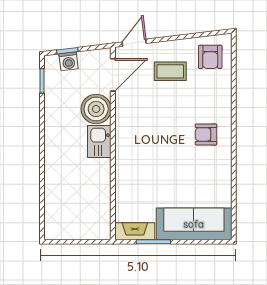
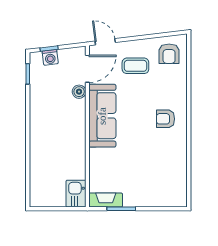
door: (134, 43) -> (105, 42), hinge flipped
boiler: (96, 109) -> (79, 92), width x0.54, depth x0.54
kitchen sink: (99, 142) -> (76, 194), moved
sofa: (194, 224) -> (102, 116), moved, turned 90

